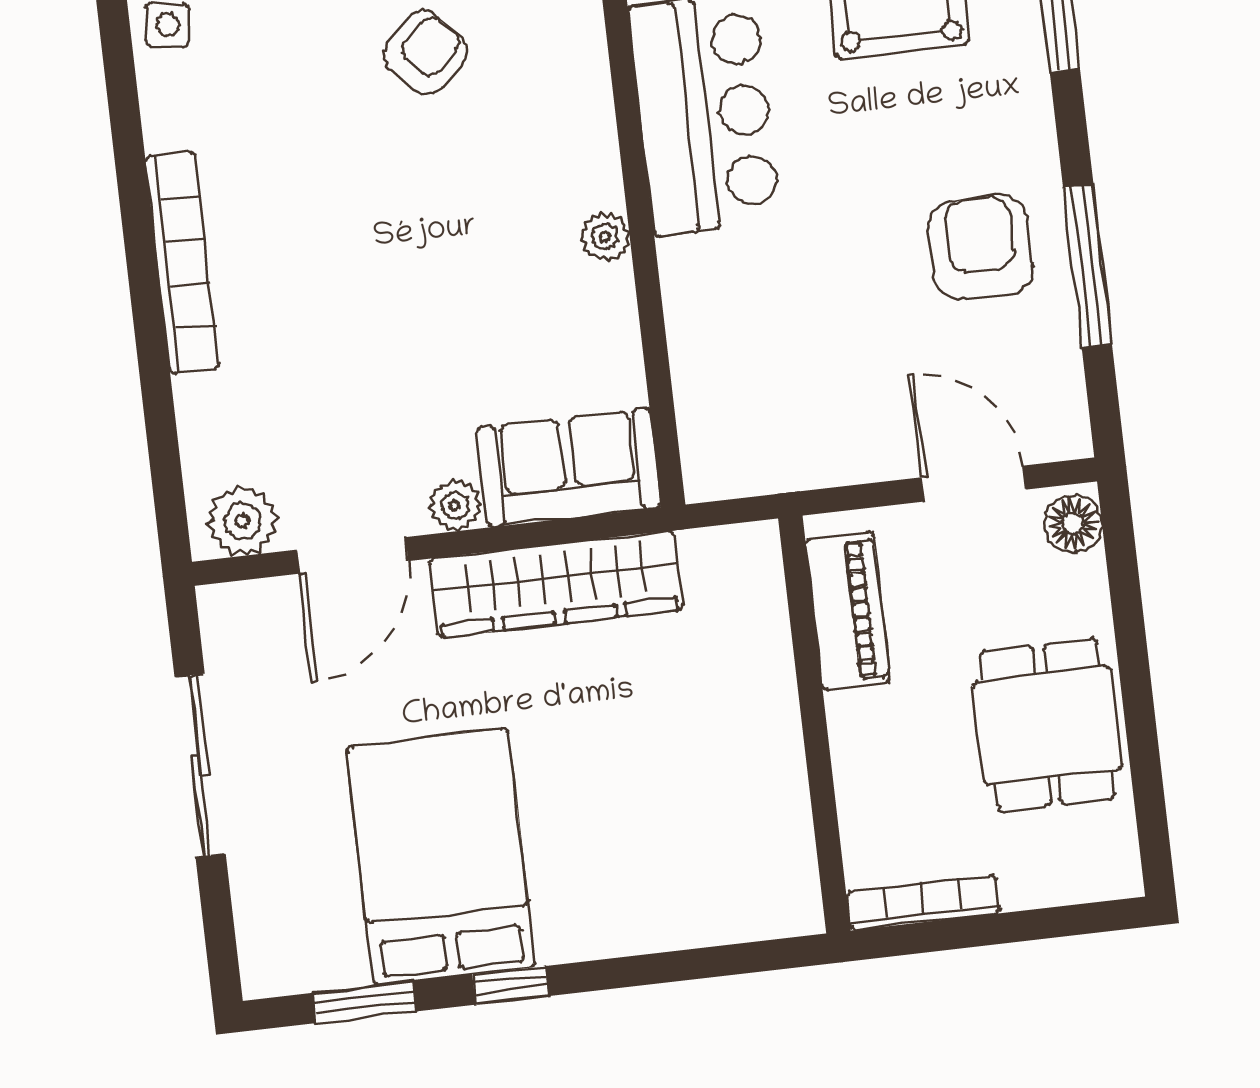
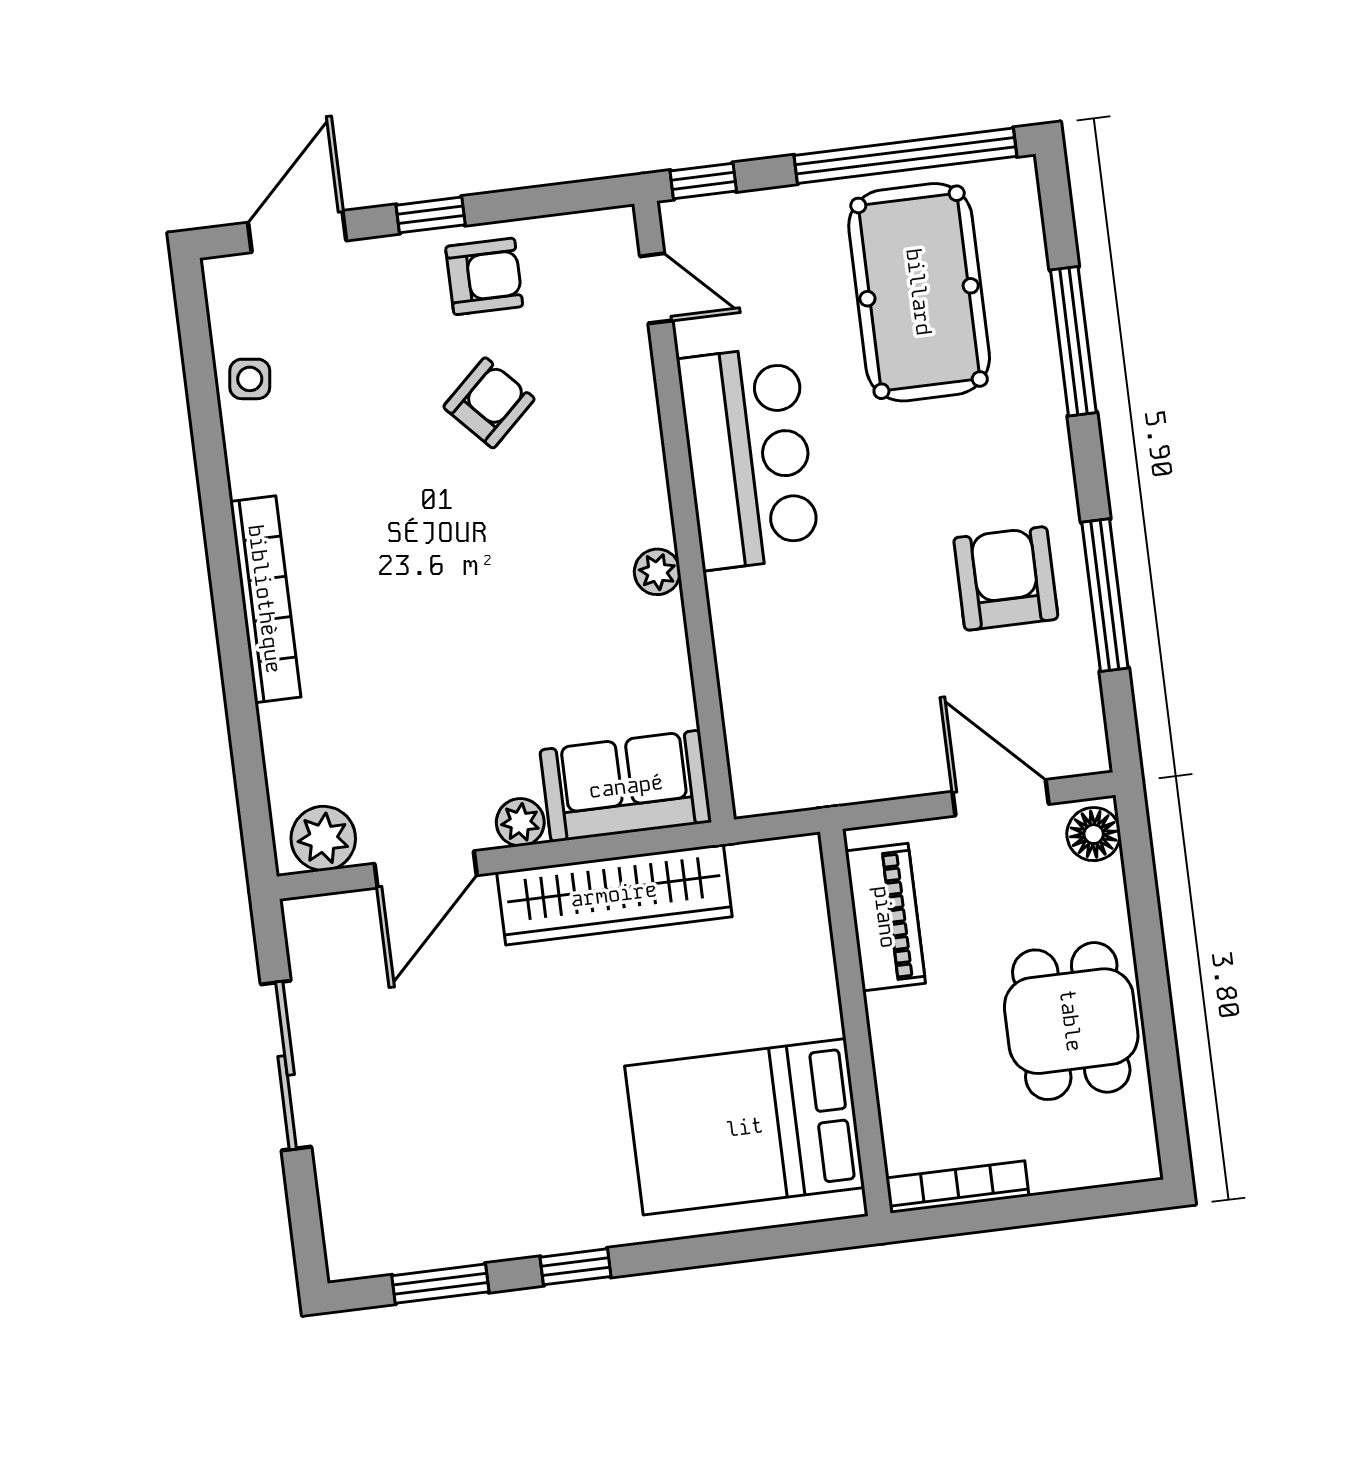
bed: (441, 857) -> (745, 1127), moved, turned -90

